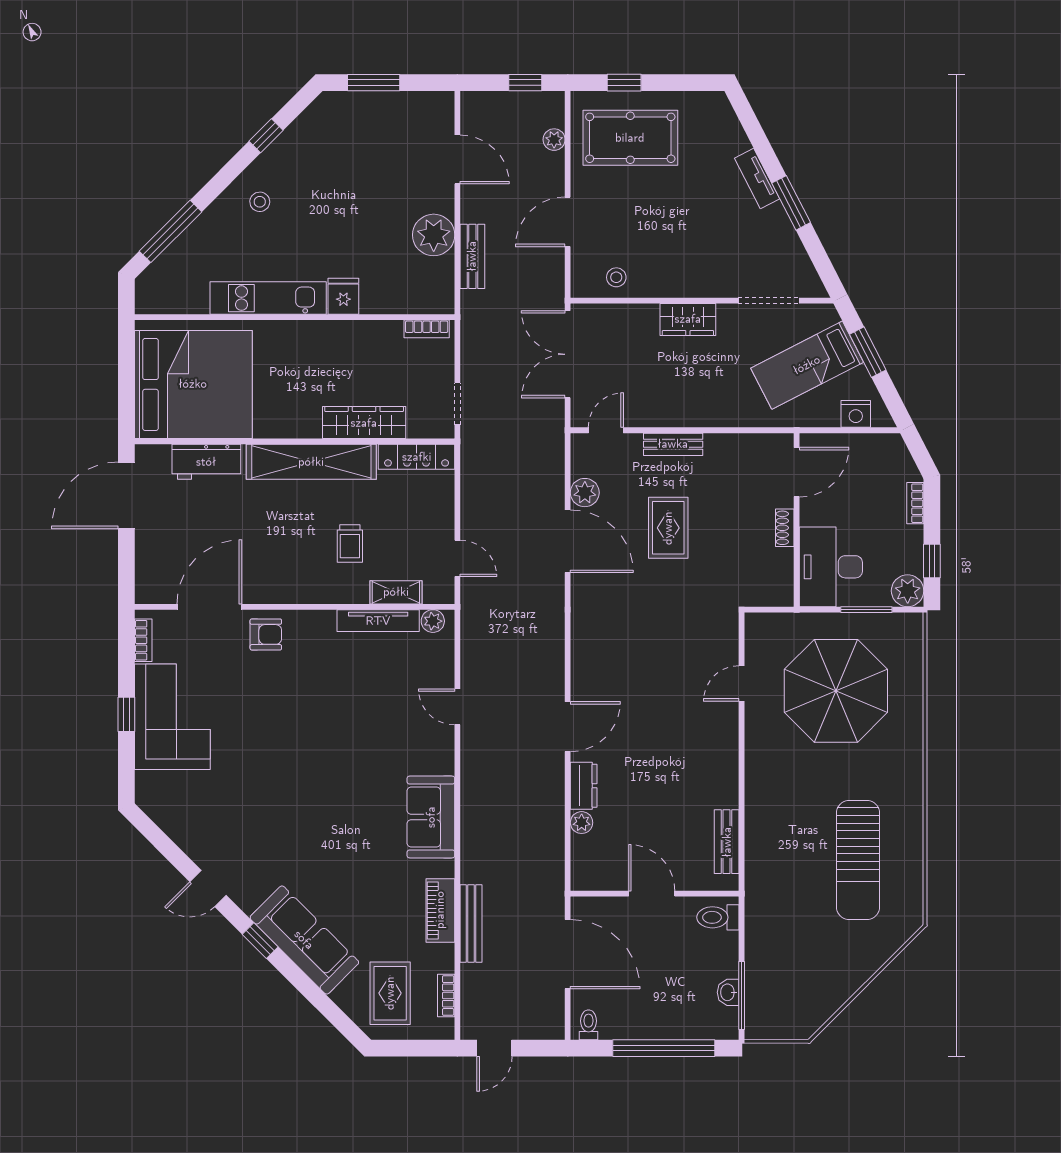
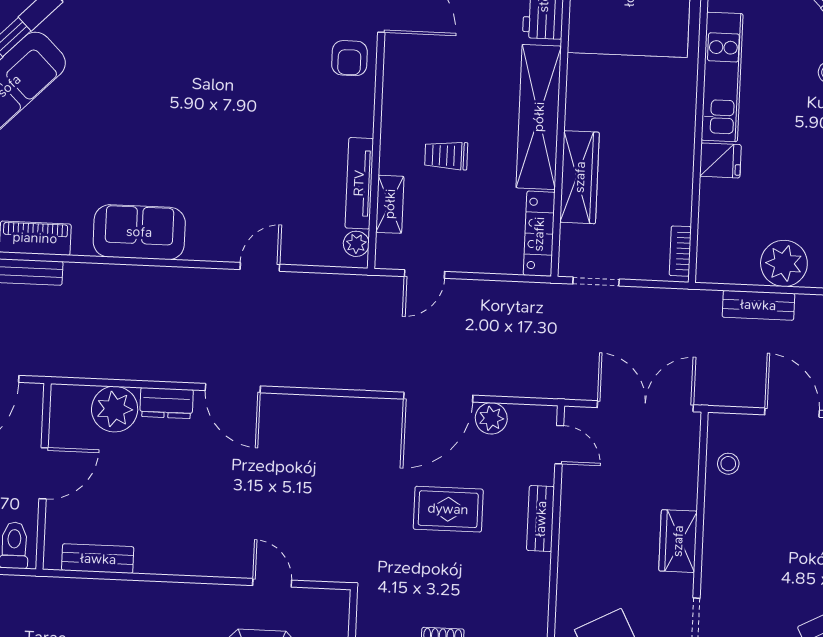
plant: (582, 823) -> (115, 409), width x1.88, depth x1.88

